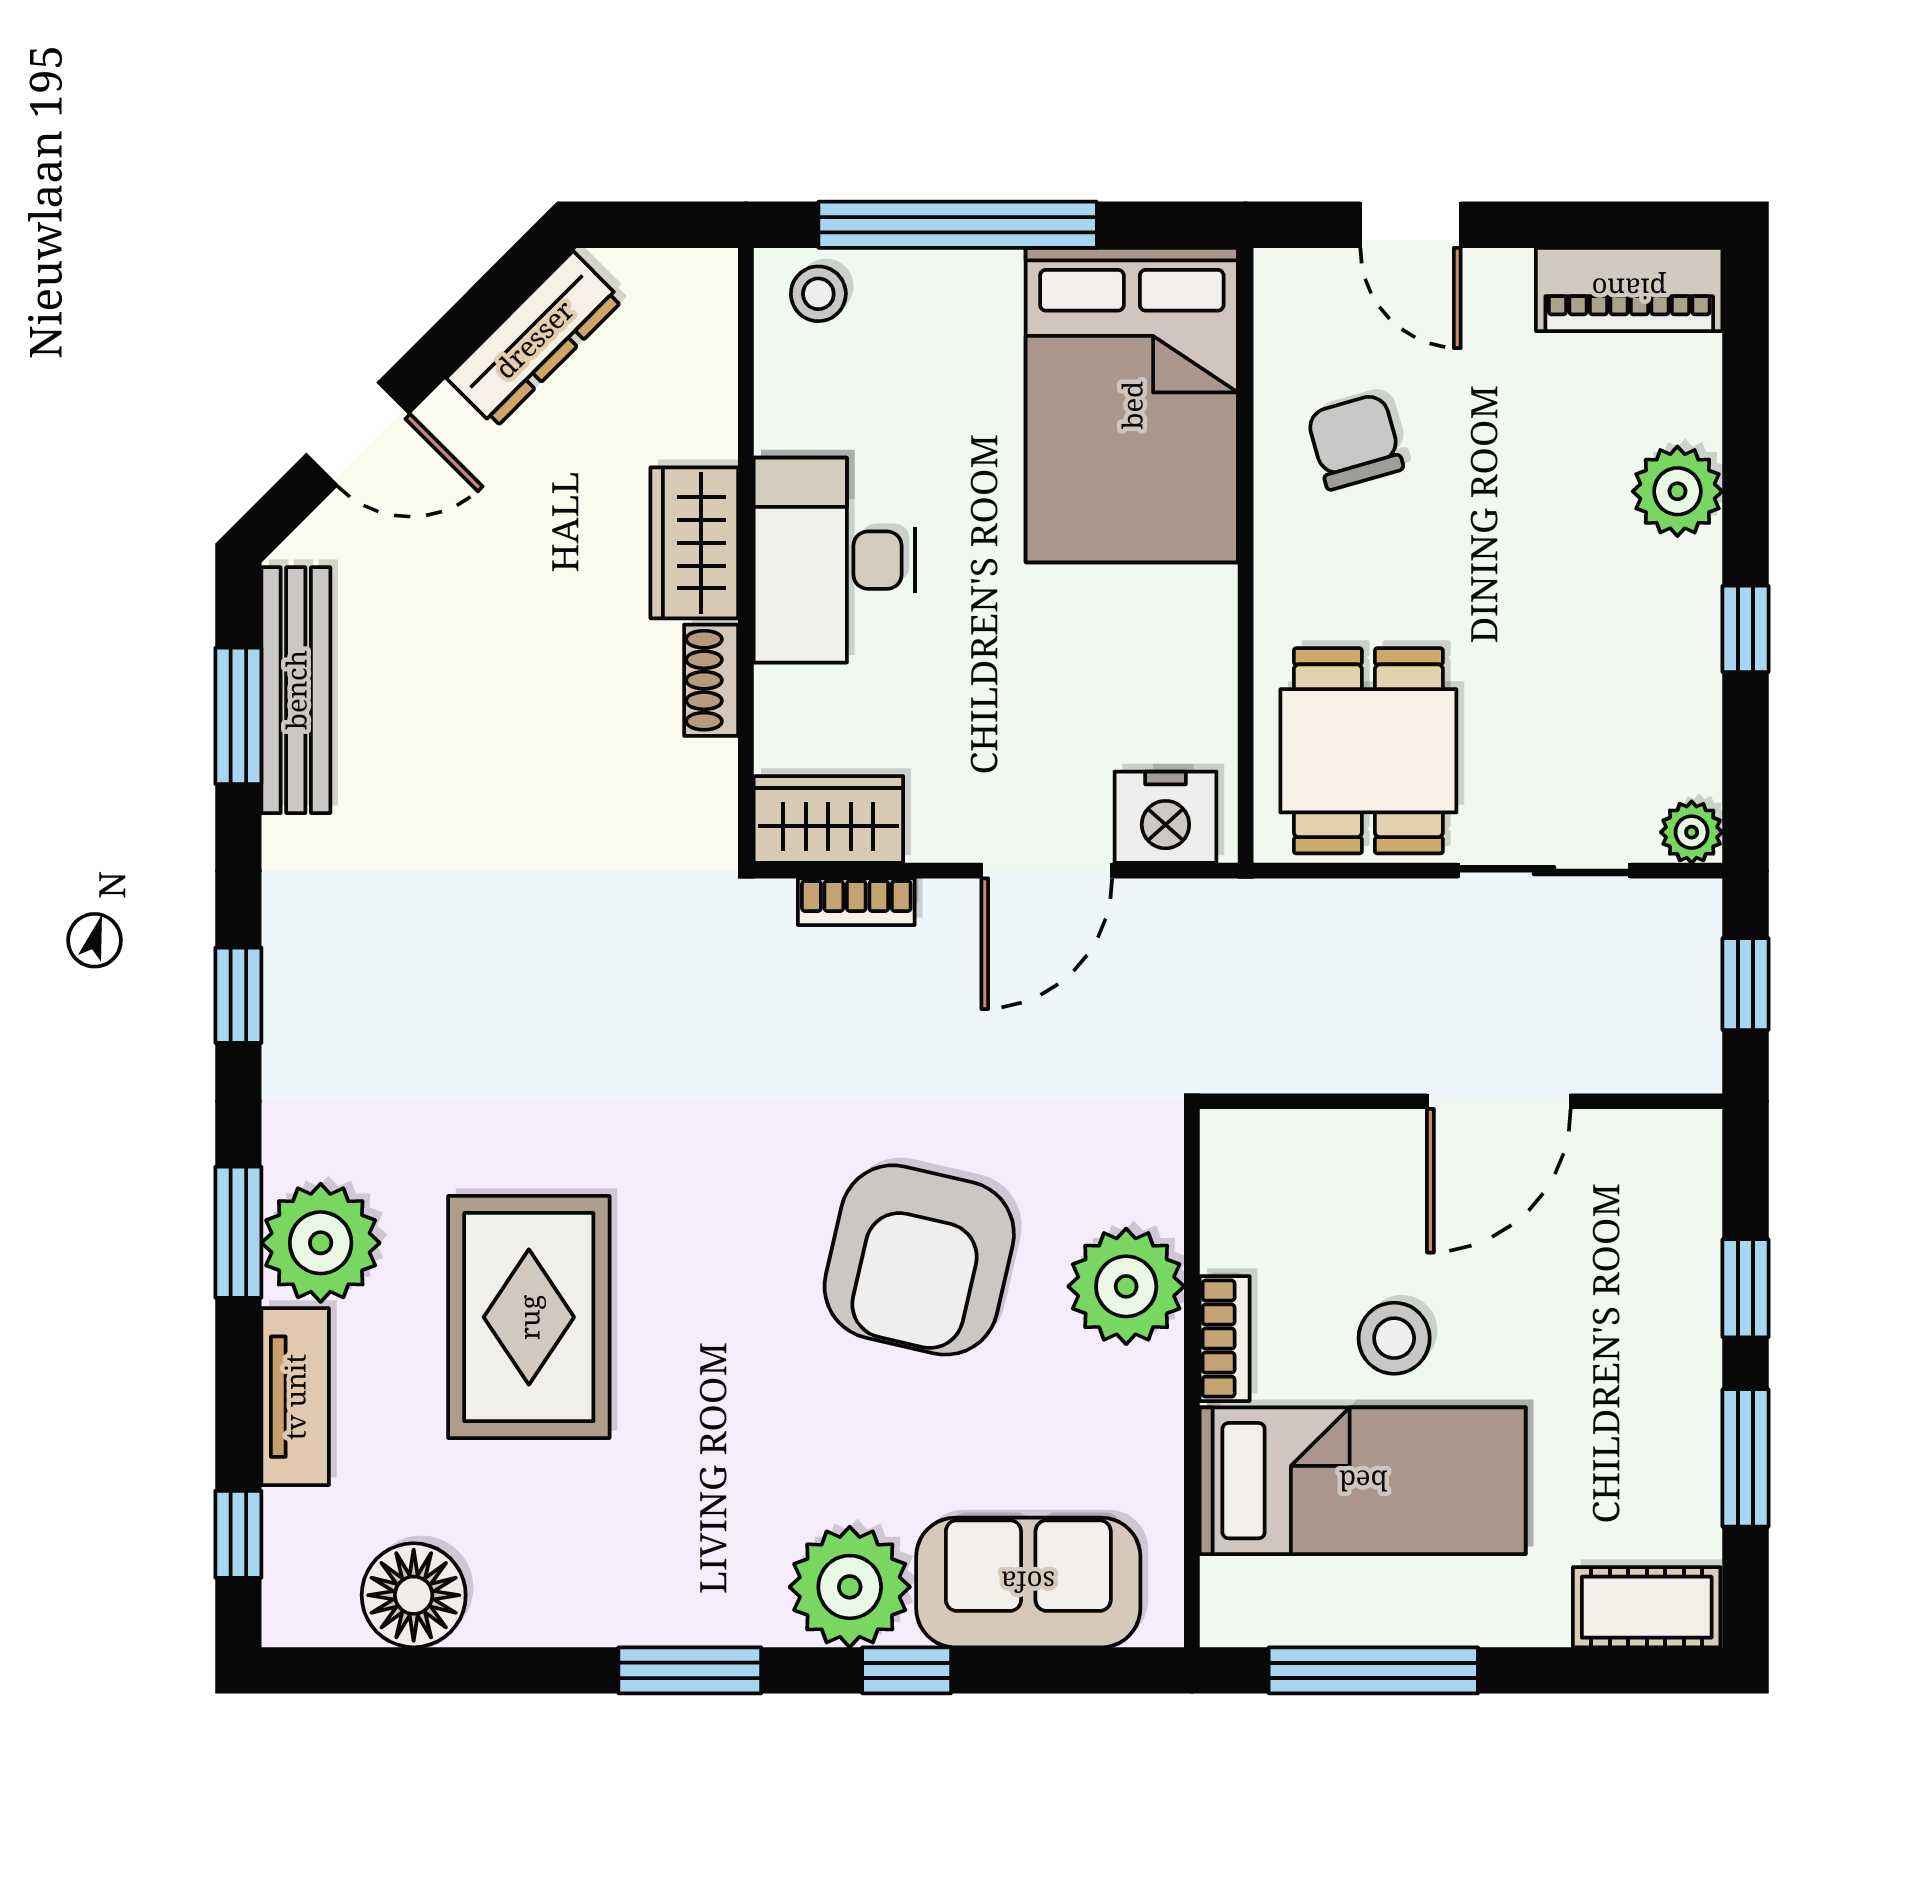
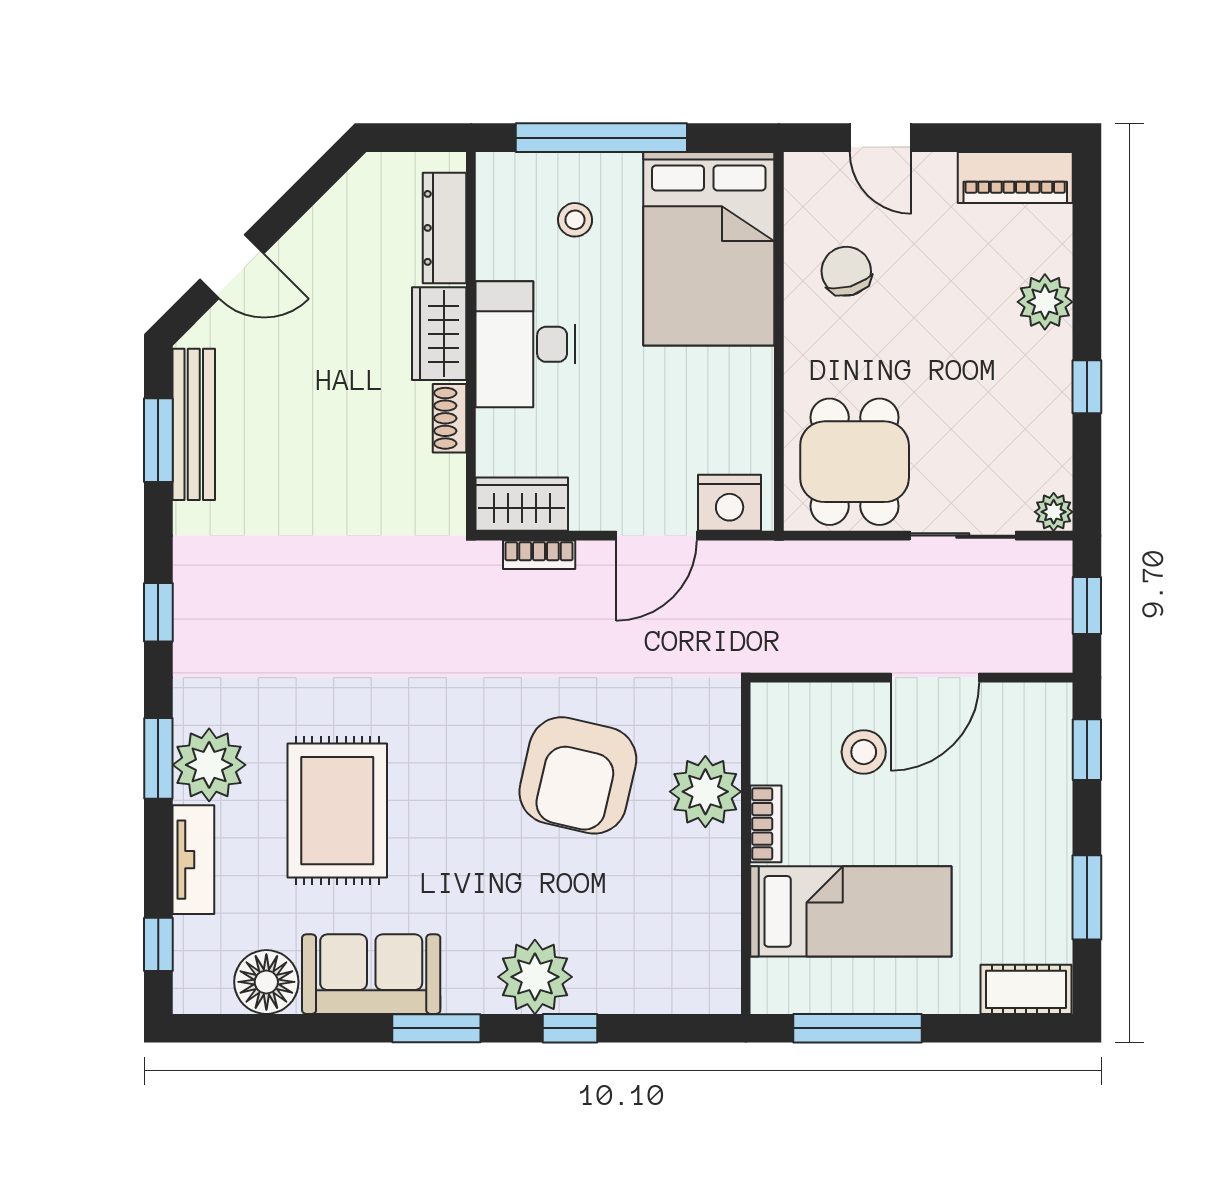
stool: (818, 294) -> (575, 220), moved
dresser: (534, 339) -> (445, 228), moved, turned 135
window: (1745, 1288) -> (1087, 750), moved
stool: (1394, 1338) -> (864, 752), moved
sofa: (1028, 1582) -> (371, 974), moved

